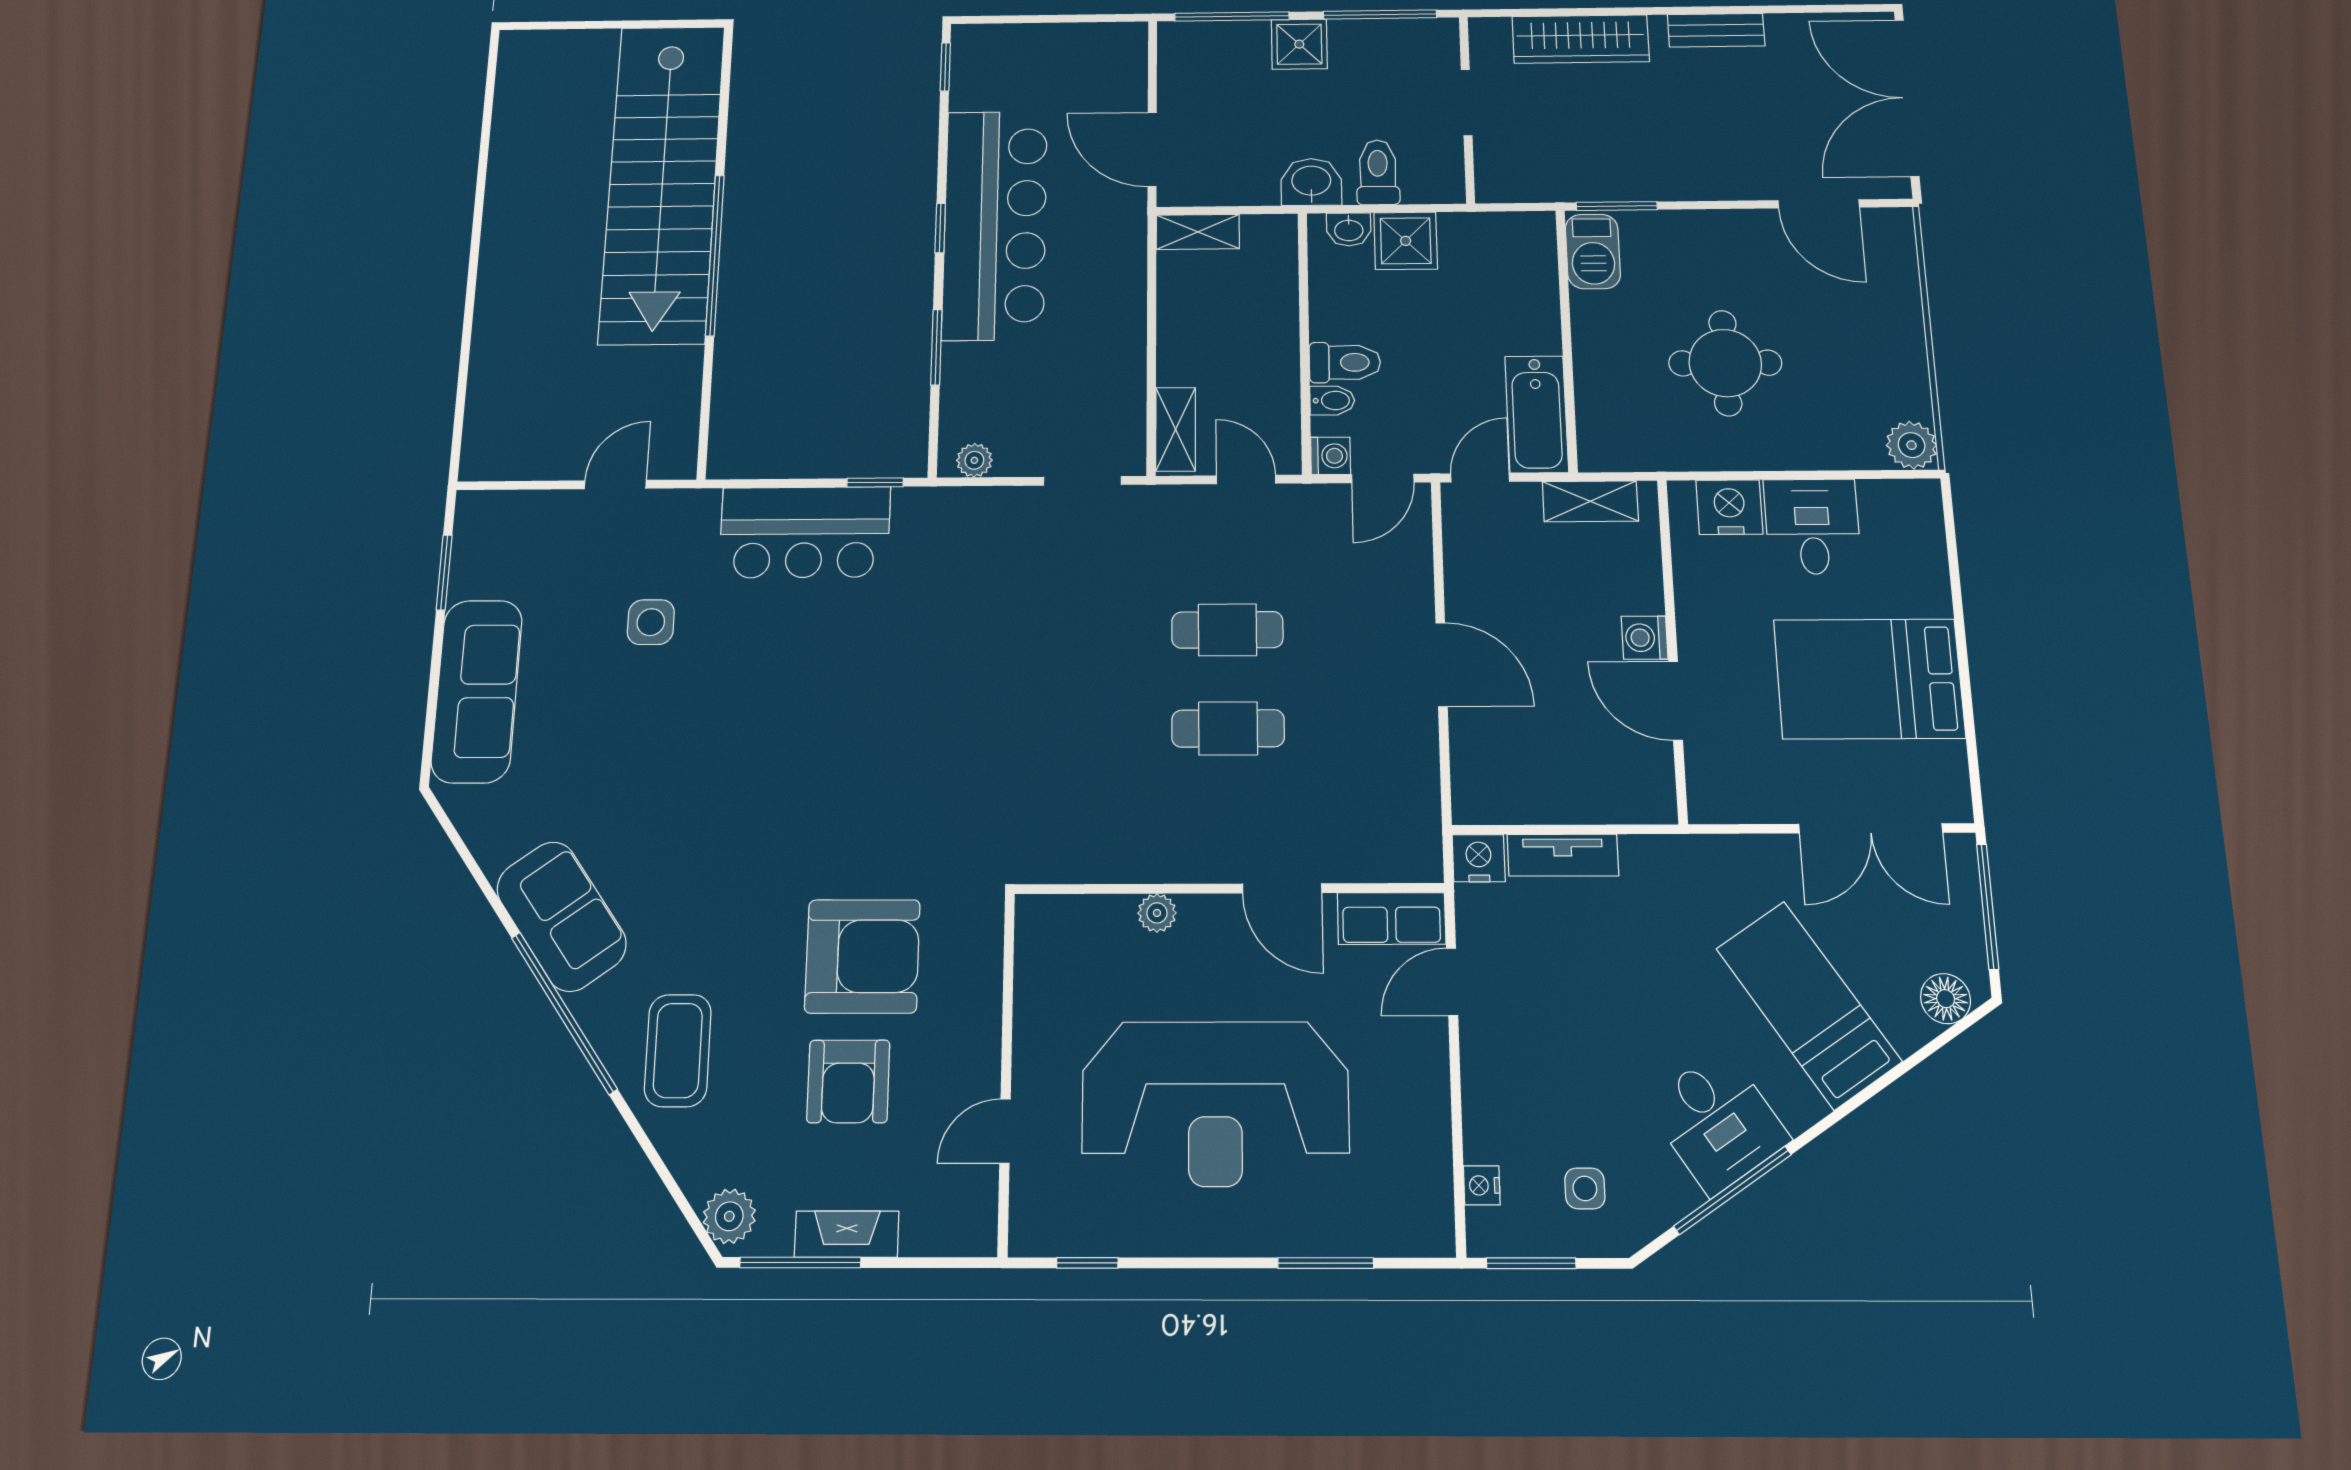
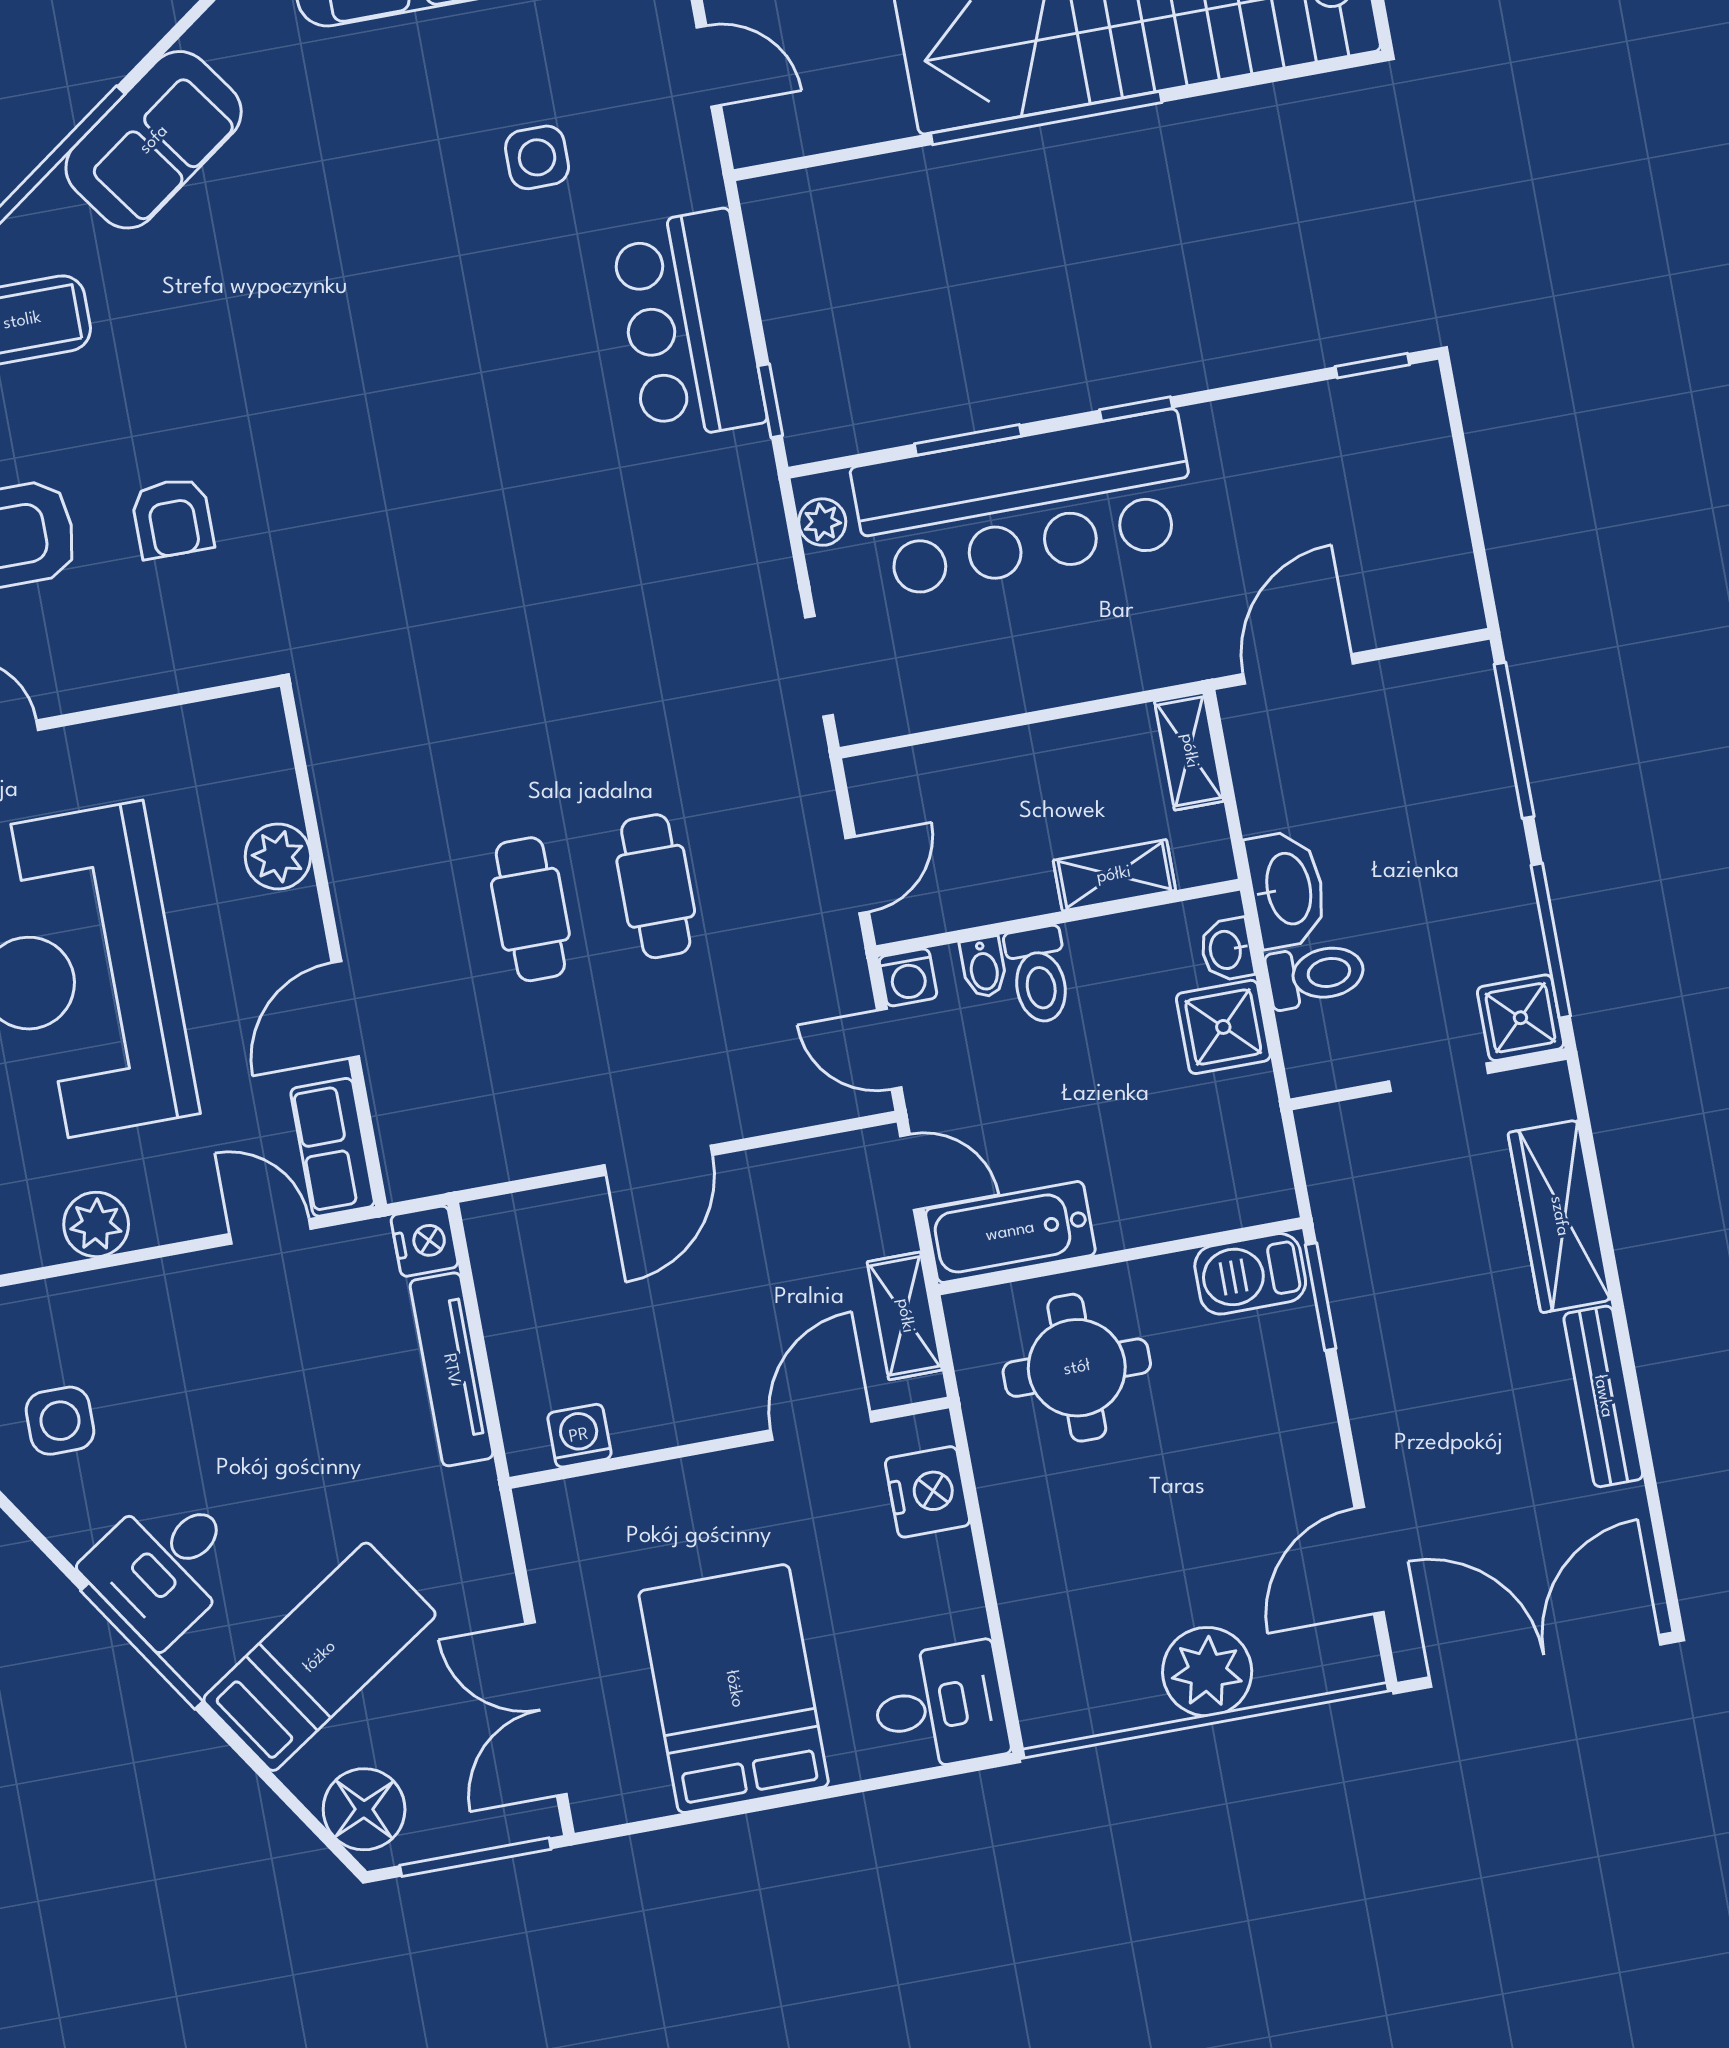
bench: (1716, 30) -> (1603, 1396), width x1.36
shower: (1299, 44) -> (1520, 1018), moved
washbasin: (1311, 182) -> (1287, 889), width x1.38
bar counter: (995, 225) -> (1025, 504), moved
round table: (1725, 363) -> (1077, 1368), moved
shelving: (1176, 429) -> (1114, 875), moved
plant: (1912, 445) -> (1207, 1672), moved, width x1.36, depth x1.36
desk: (1812, 526) -> (940, 1706), moved
washing machine: (1645, 638) -> (579, 1436), moved
door: (1676, 701) -> (821, 1426), moved
tv unit: (1563, 855) -> (451, 1369), width x1.41
plant: (1157, 913) -> (278, 856), width x1.38, depth x1.38
armchair: (862, 956) -> (172, 518), width x0.53, depth x0.53
floor lamp: (1946, 999) -> (364, 1809), width x1.38, depth x1.38
plant: (1425, 1127) -> (96, 1224), added
nightstand: (1482, 1185) -> (41, 1301), removed
side table: (1585, 1188) -> (60, 1421), width x1.37, depth x1.37
window: (1733, 1190) -> (142, 1646), moved

